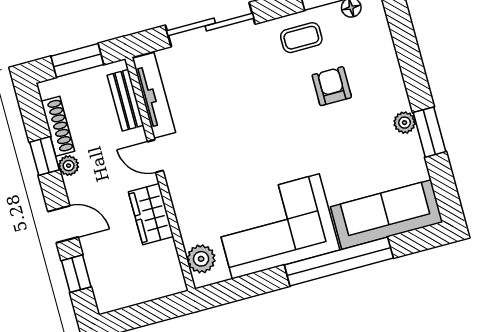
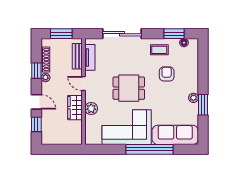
tv unit: (154, 95) -> (90, 57), width x0.71
dining table: (257, 140) -> (129, 88), added
plant: (201, 259) -> (91, 109), moved

